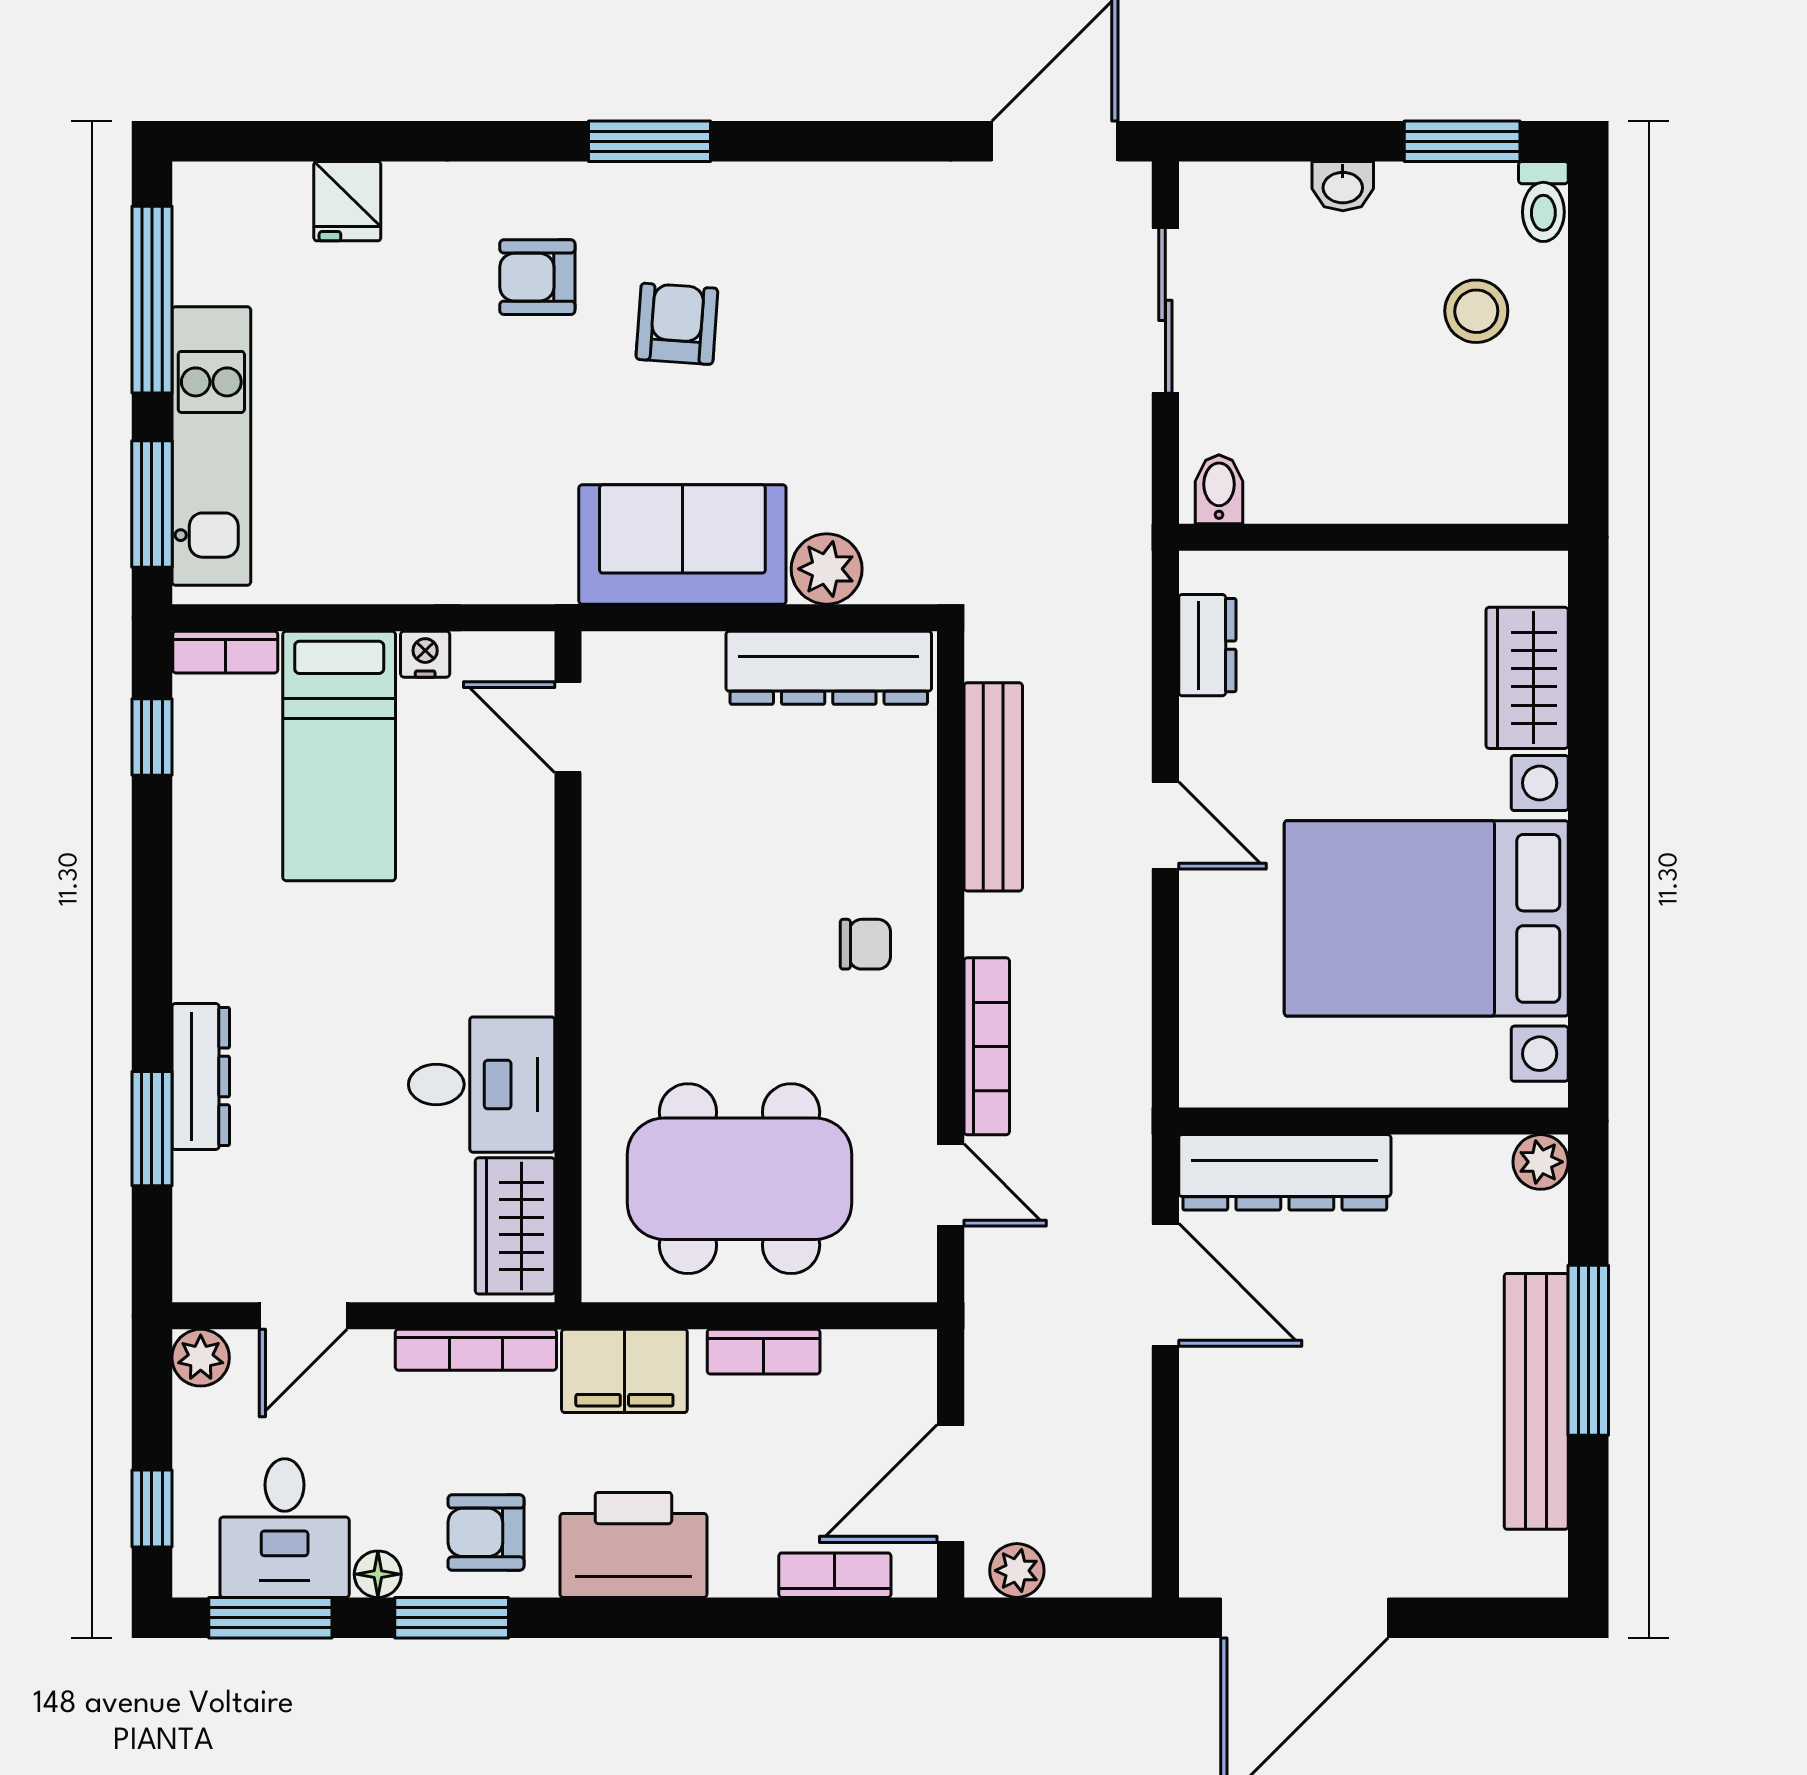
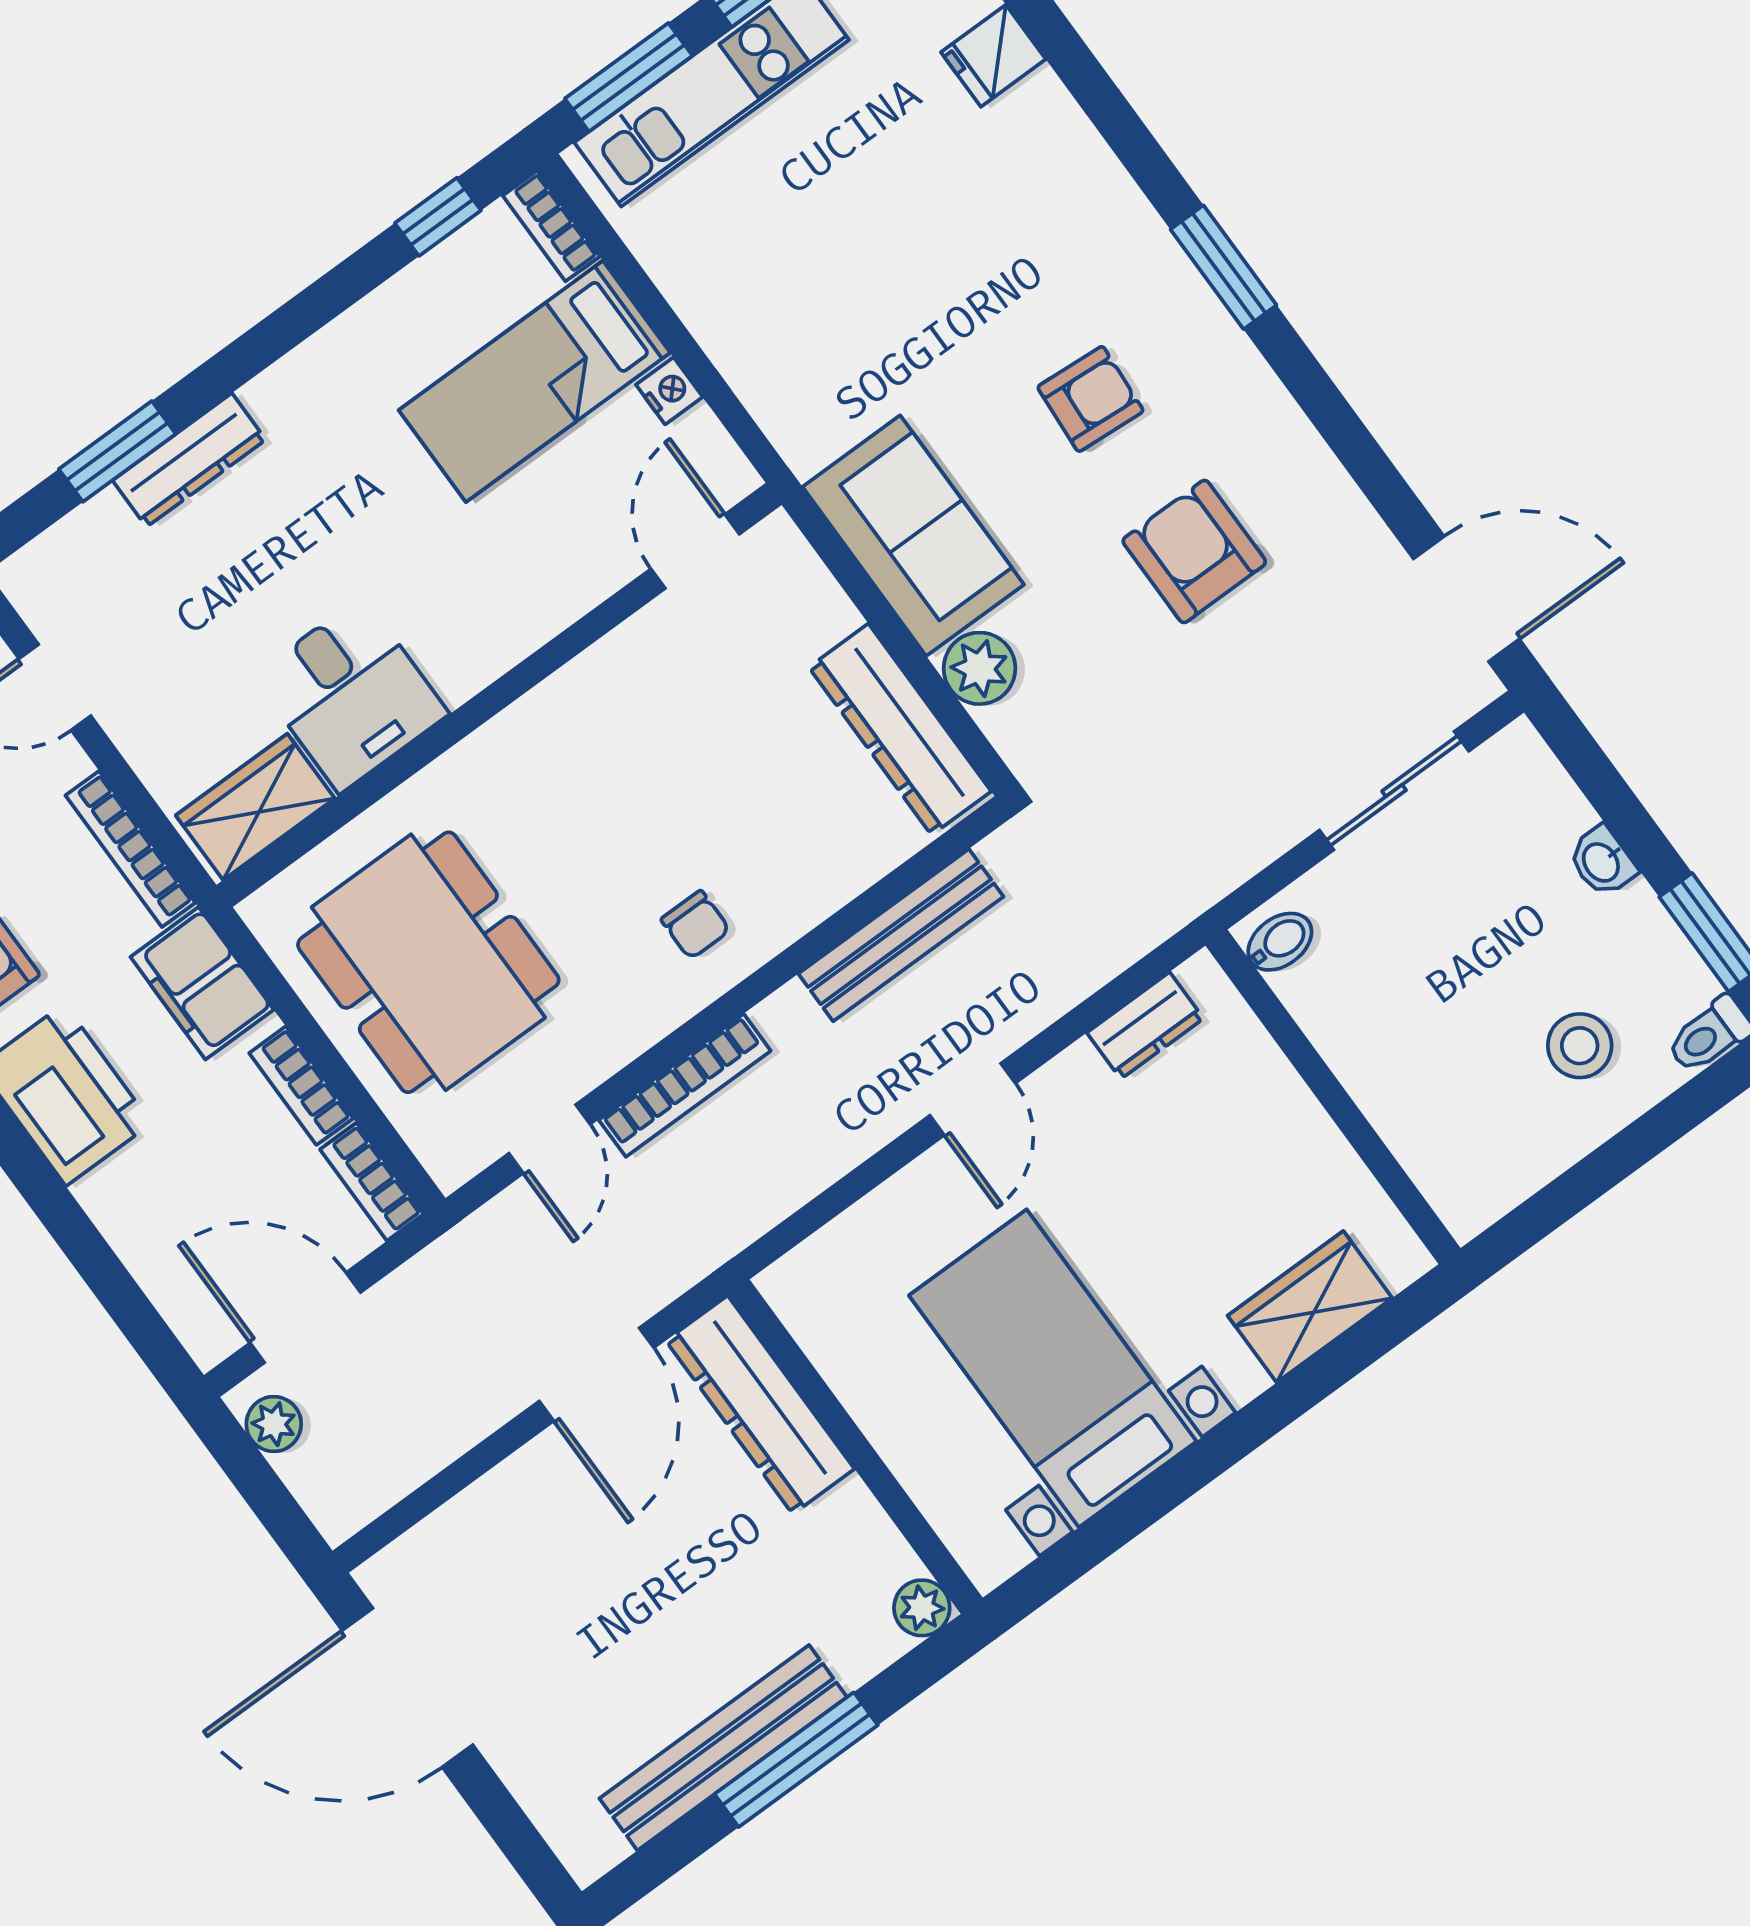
armchair: (537, 277) -> (1194, 551), moved, width x1.38, depth x1.38
bed with nightstands: (1426, 918) -> (1053, 1368), width x0.73
bookcase: (835, 1575) -> (372, 1182), moved, turned 180

